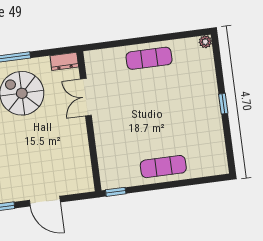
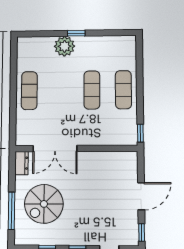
plant: (205, 42) -> (65, 46), moved, width x1.87, depth x1.87
double door: (86, 97) -> (55, 149), width x1.37
exercise mat: (159, 130) -> (92, 90), added

